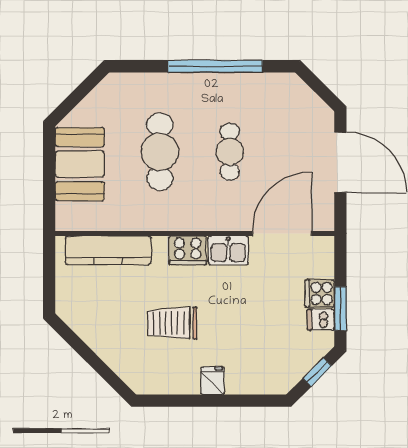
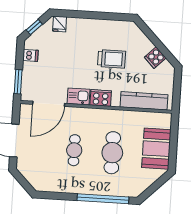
window: (215, 66) -> (103, 199), moved
cooker: (320, 293) -> (155, 58), moved, turned 135
window: (340, 309) -> (18, 82), moved
fridge: (213, 381) -> (60, 24), moved

